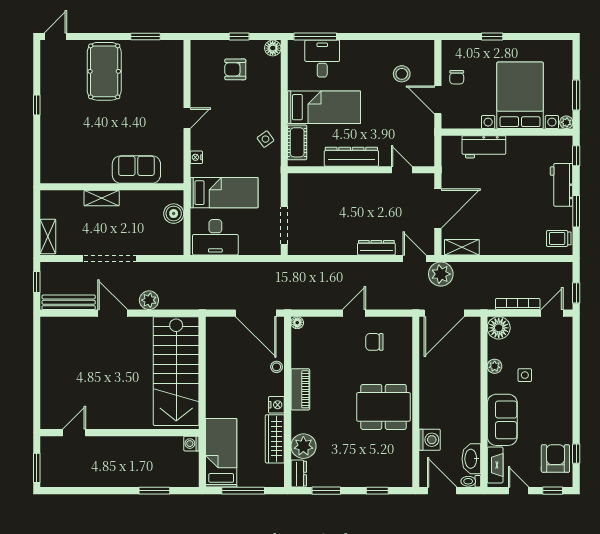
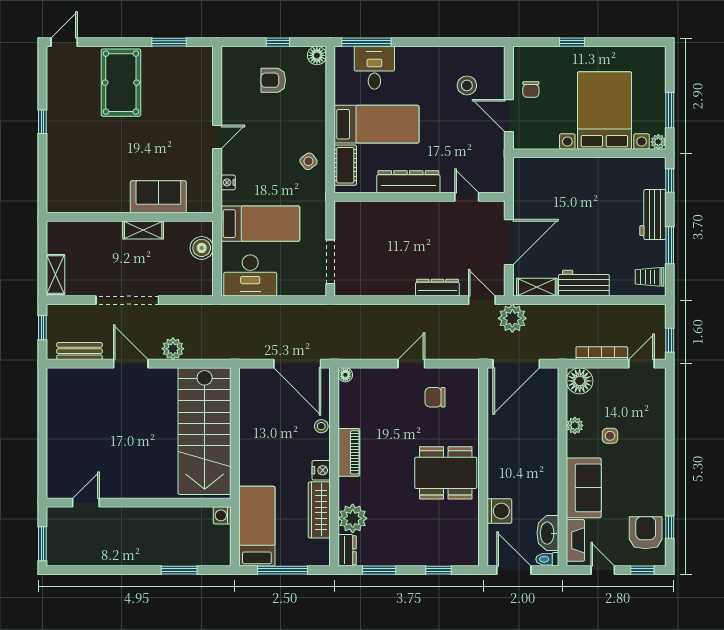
workbench: (484, 147) -> (584, 283), moved, turned 180
shelving: (102, 198) -> (143, 230), moved
bench: (69, 302) -> (79, 351), width x0.73

